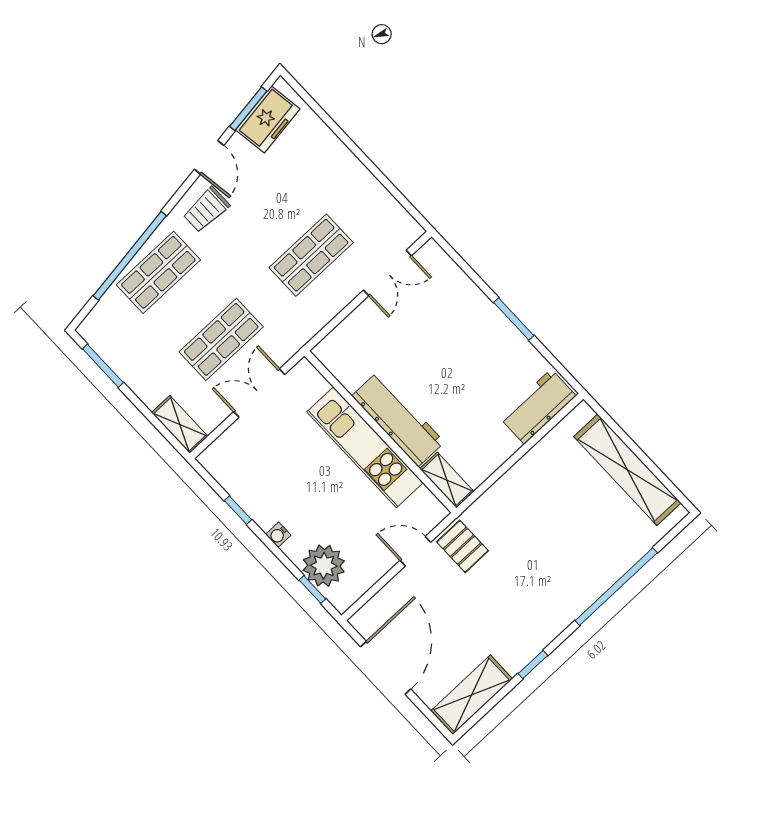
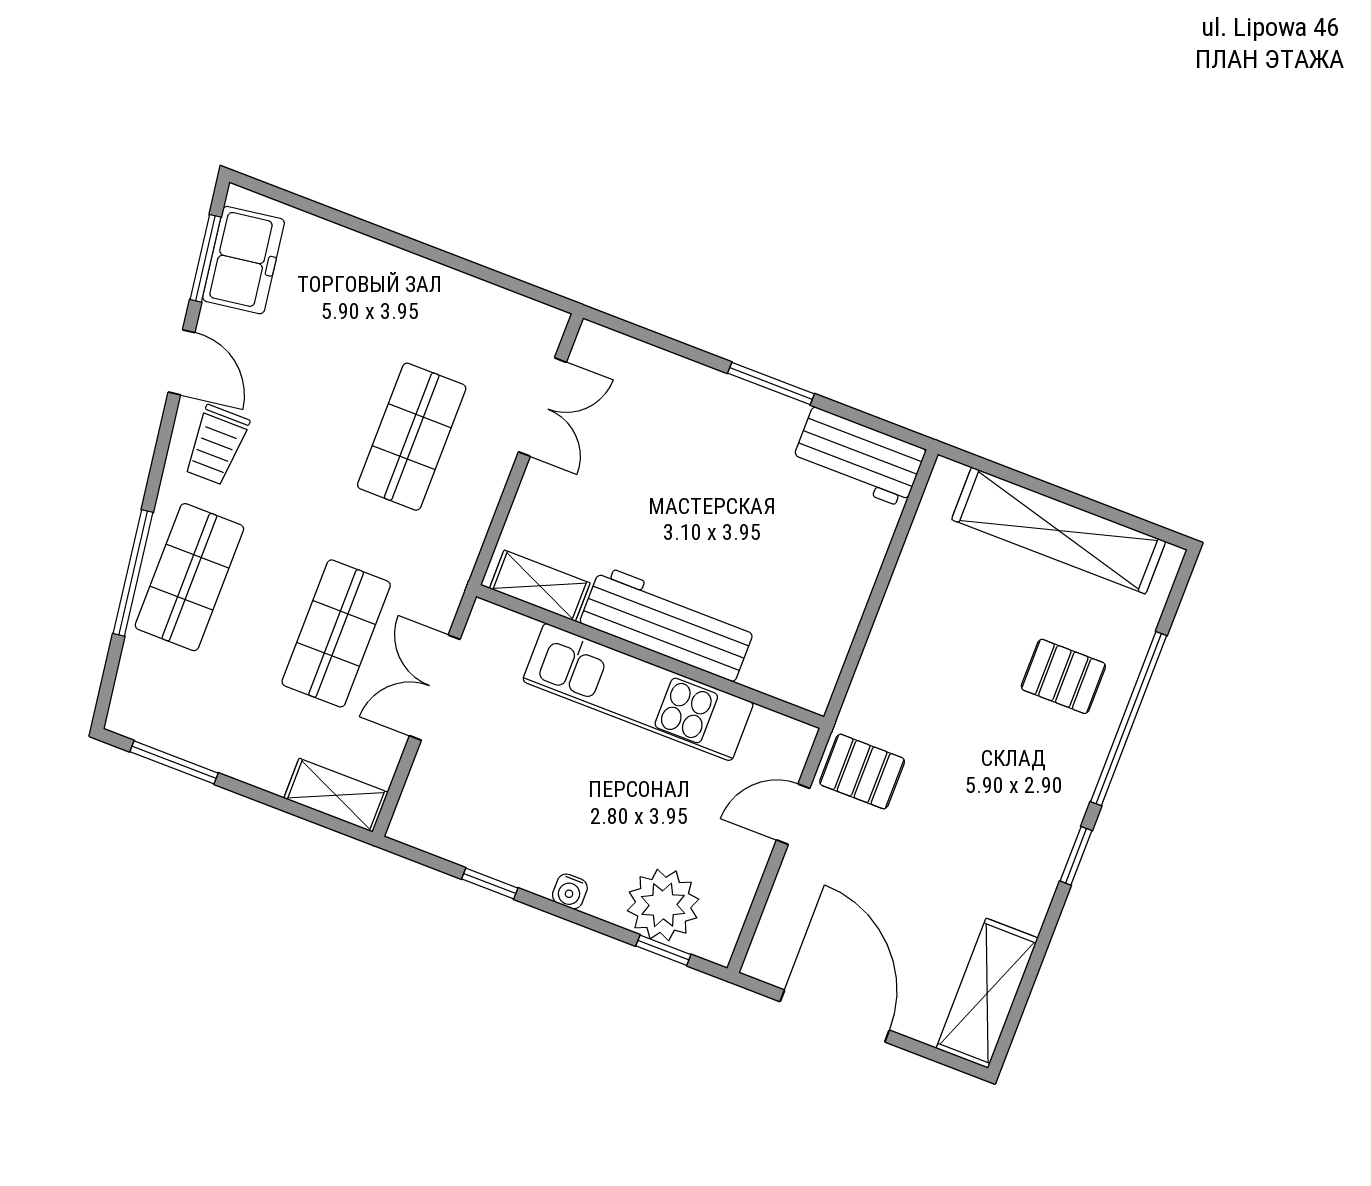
window: (130, 256) -> (133, 573), width x0.68
workbench: (538, 407) -> (859, 457), moved, turned -90
shelving: (447, 480) -> (540, 586), moved
pallet: (593, 548) -> (1063, 676), added
window: (533, 665) -> (1076, 856), moved

